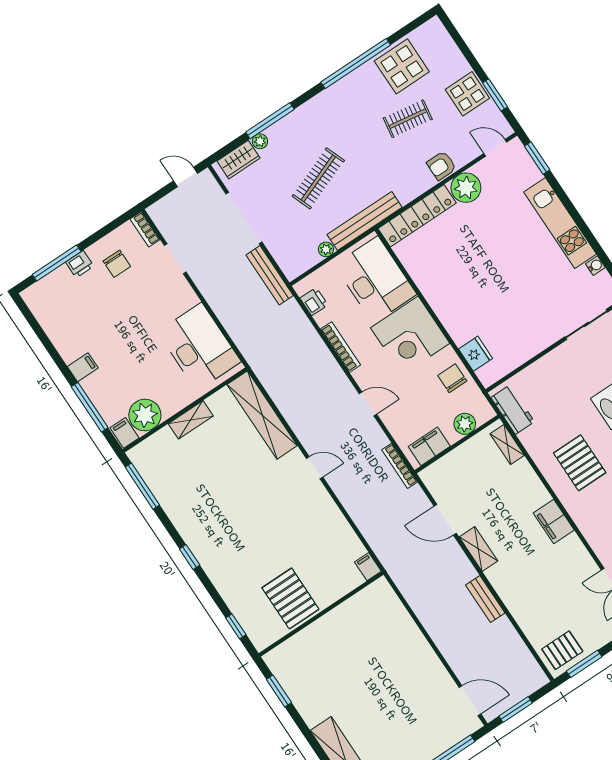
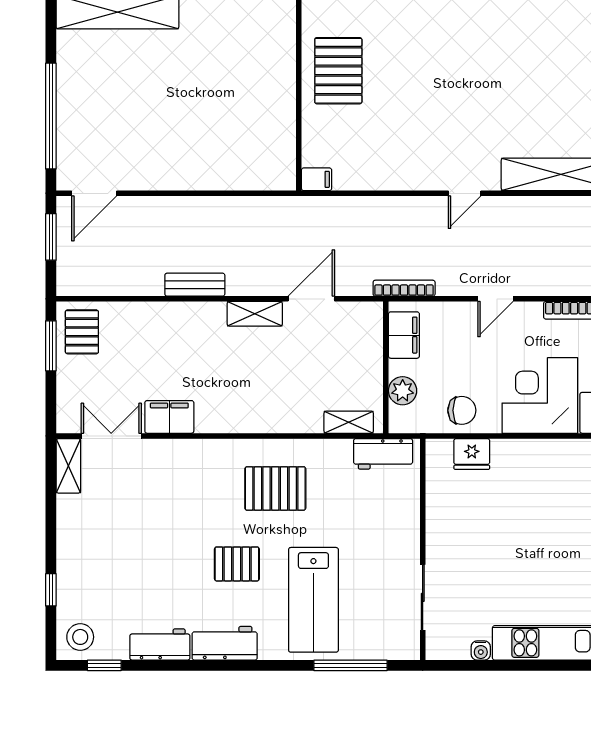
filing cabinet: (554, 521) -> (169, 417), moved
pallet: (290, 598) -> (338, 71), turned 90

